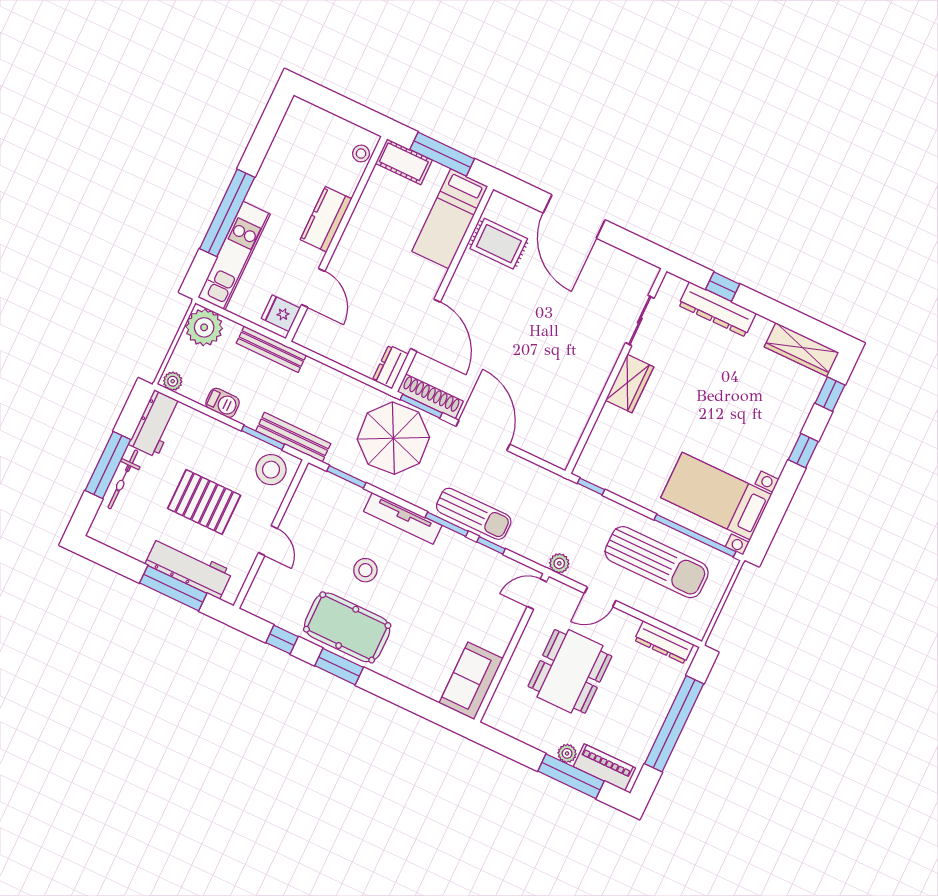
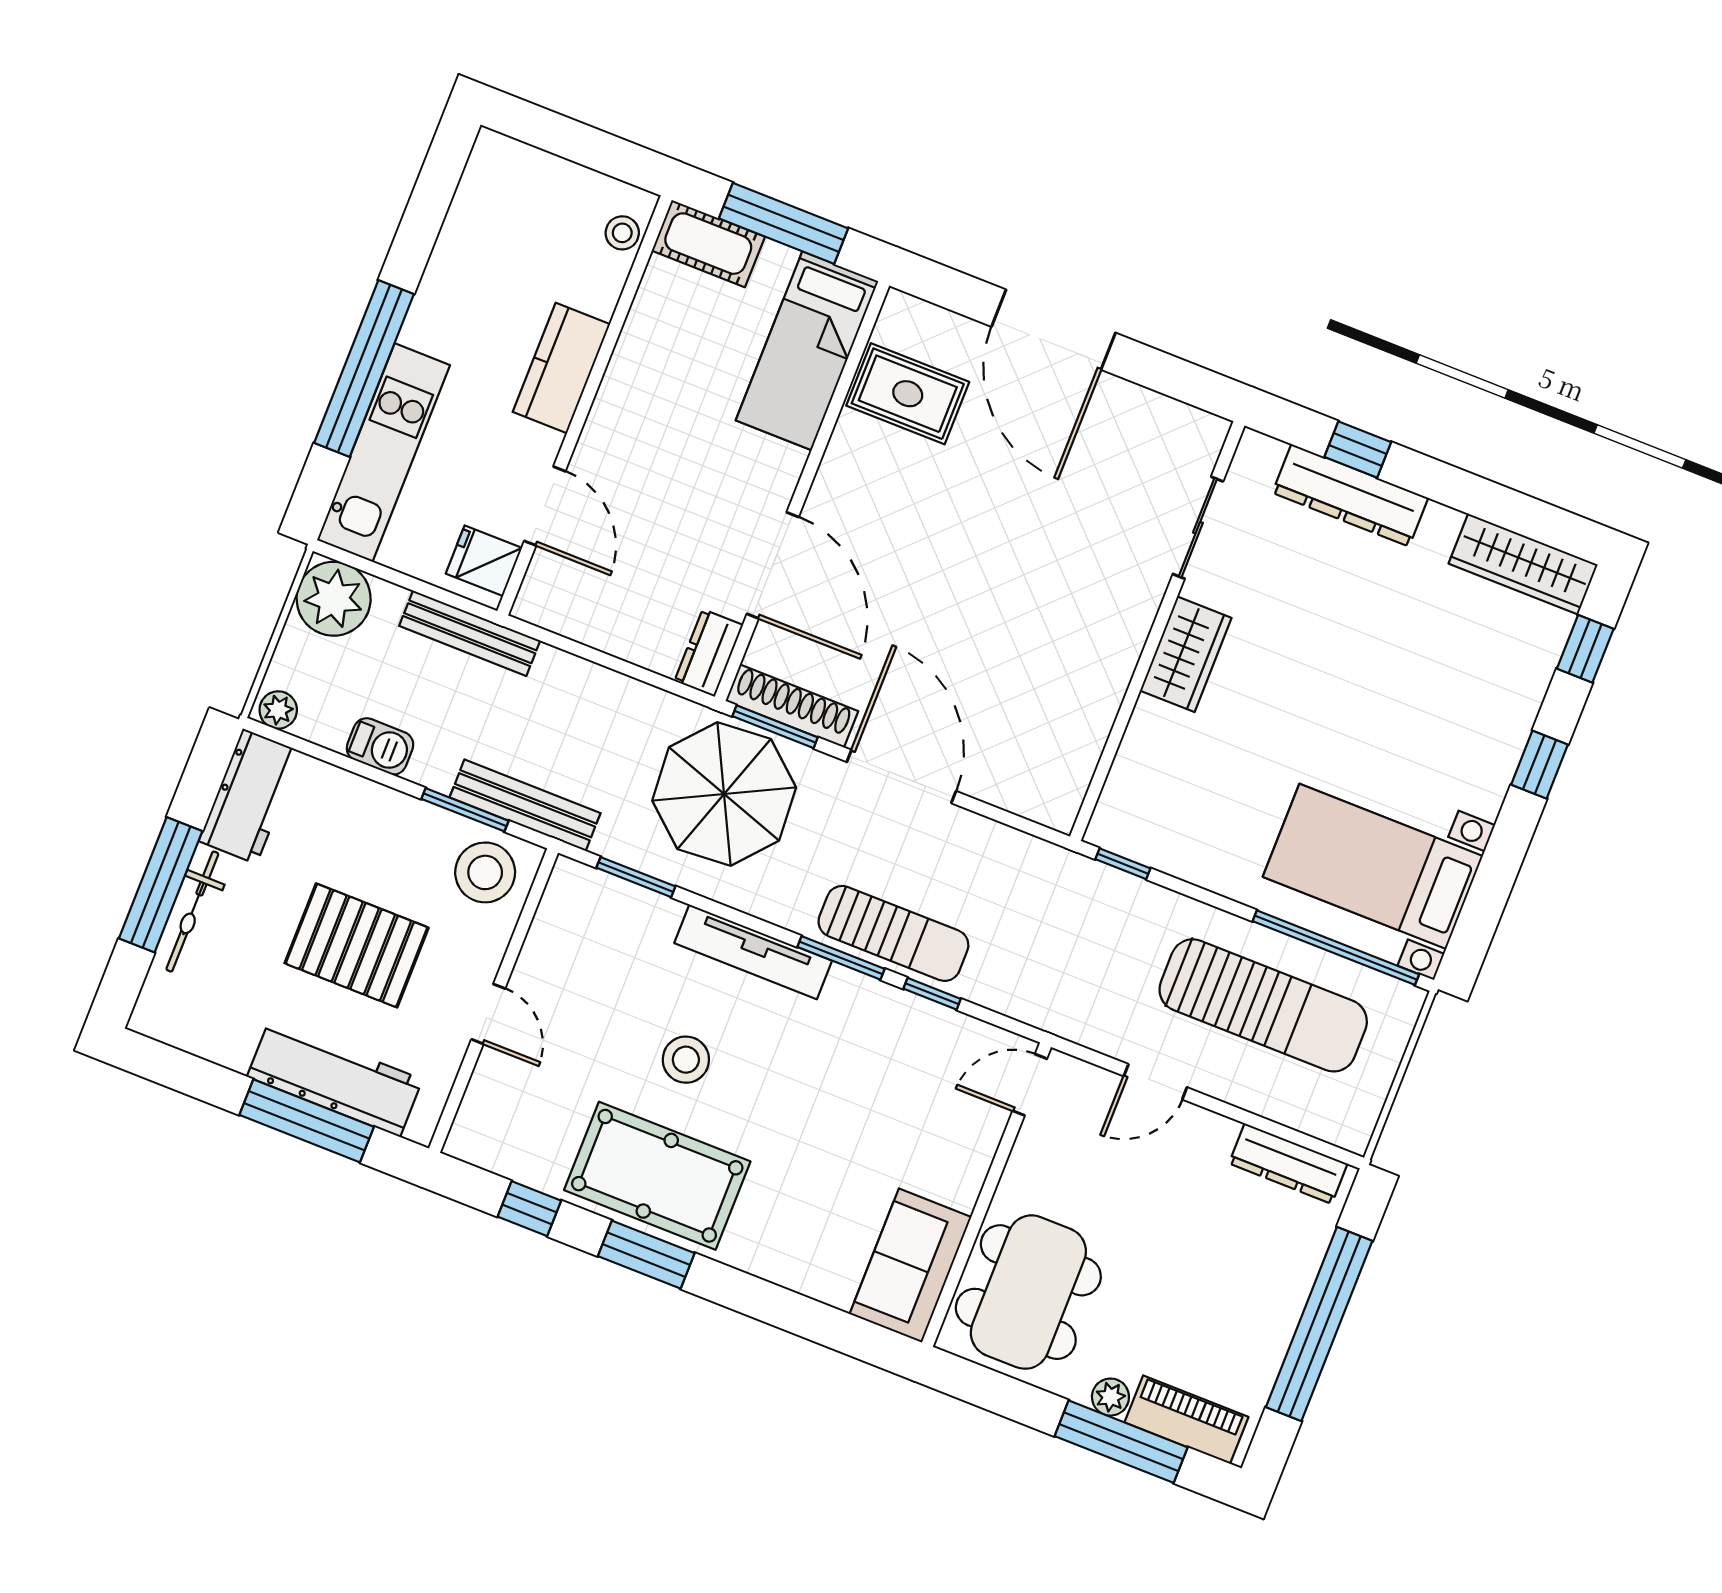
plant: (559, 563) -> (1070, 1021), removed
dining table: (570, 671) -> (1028, 1292), moved

